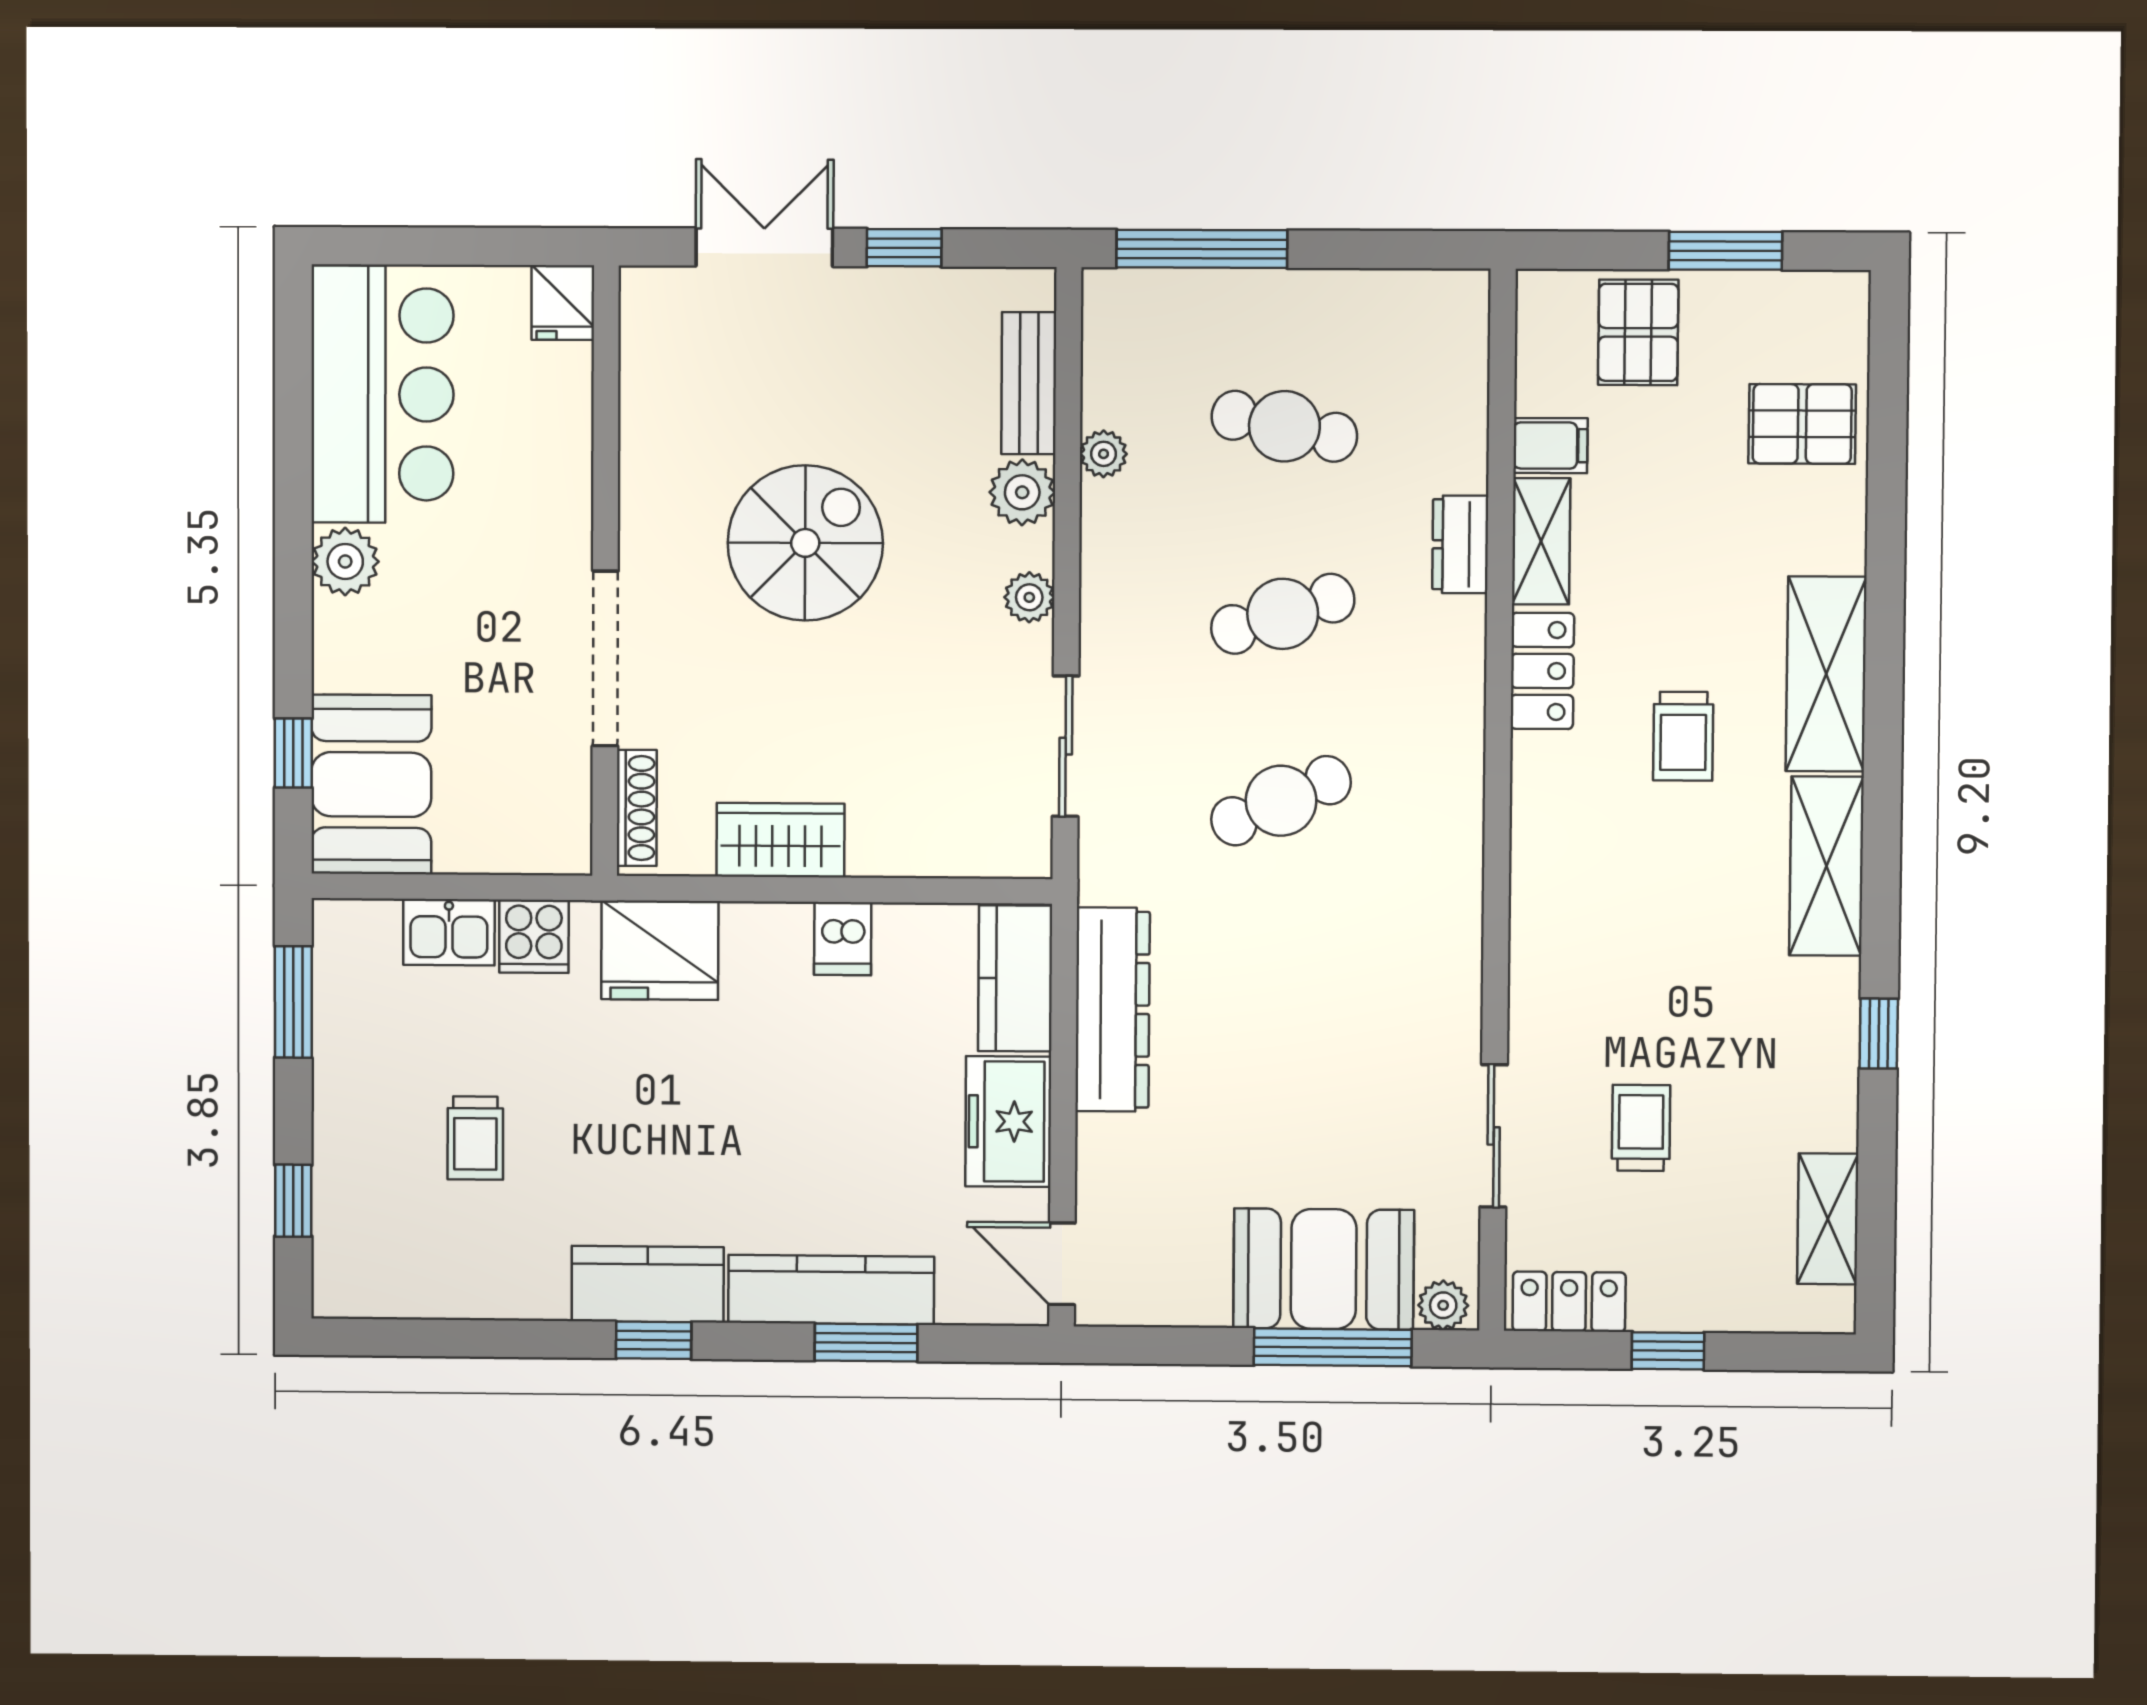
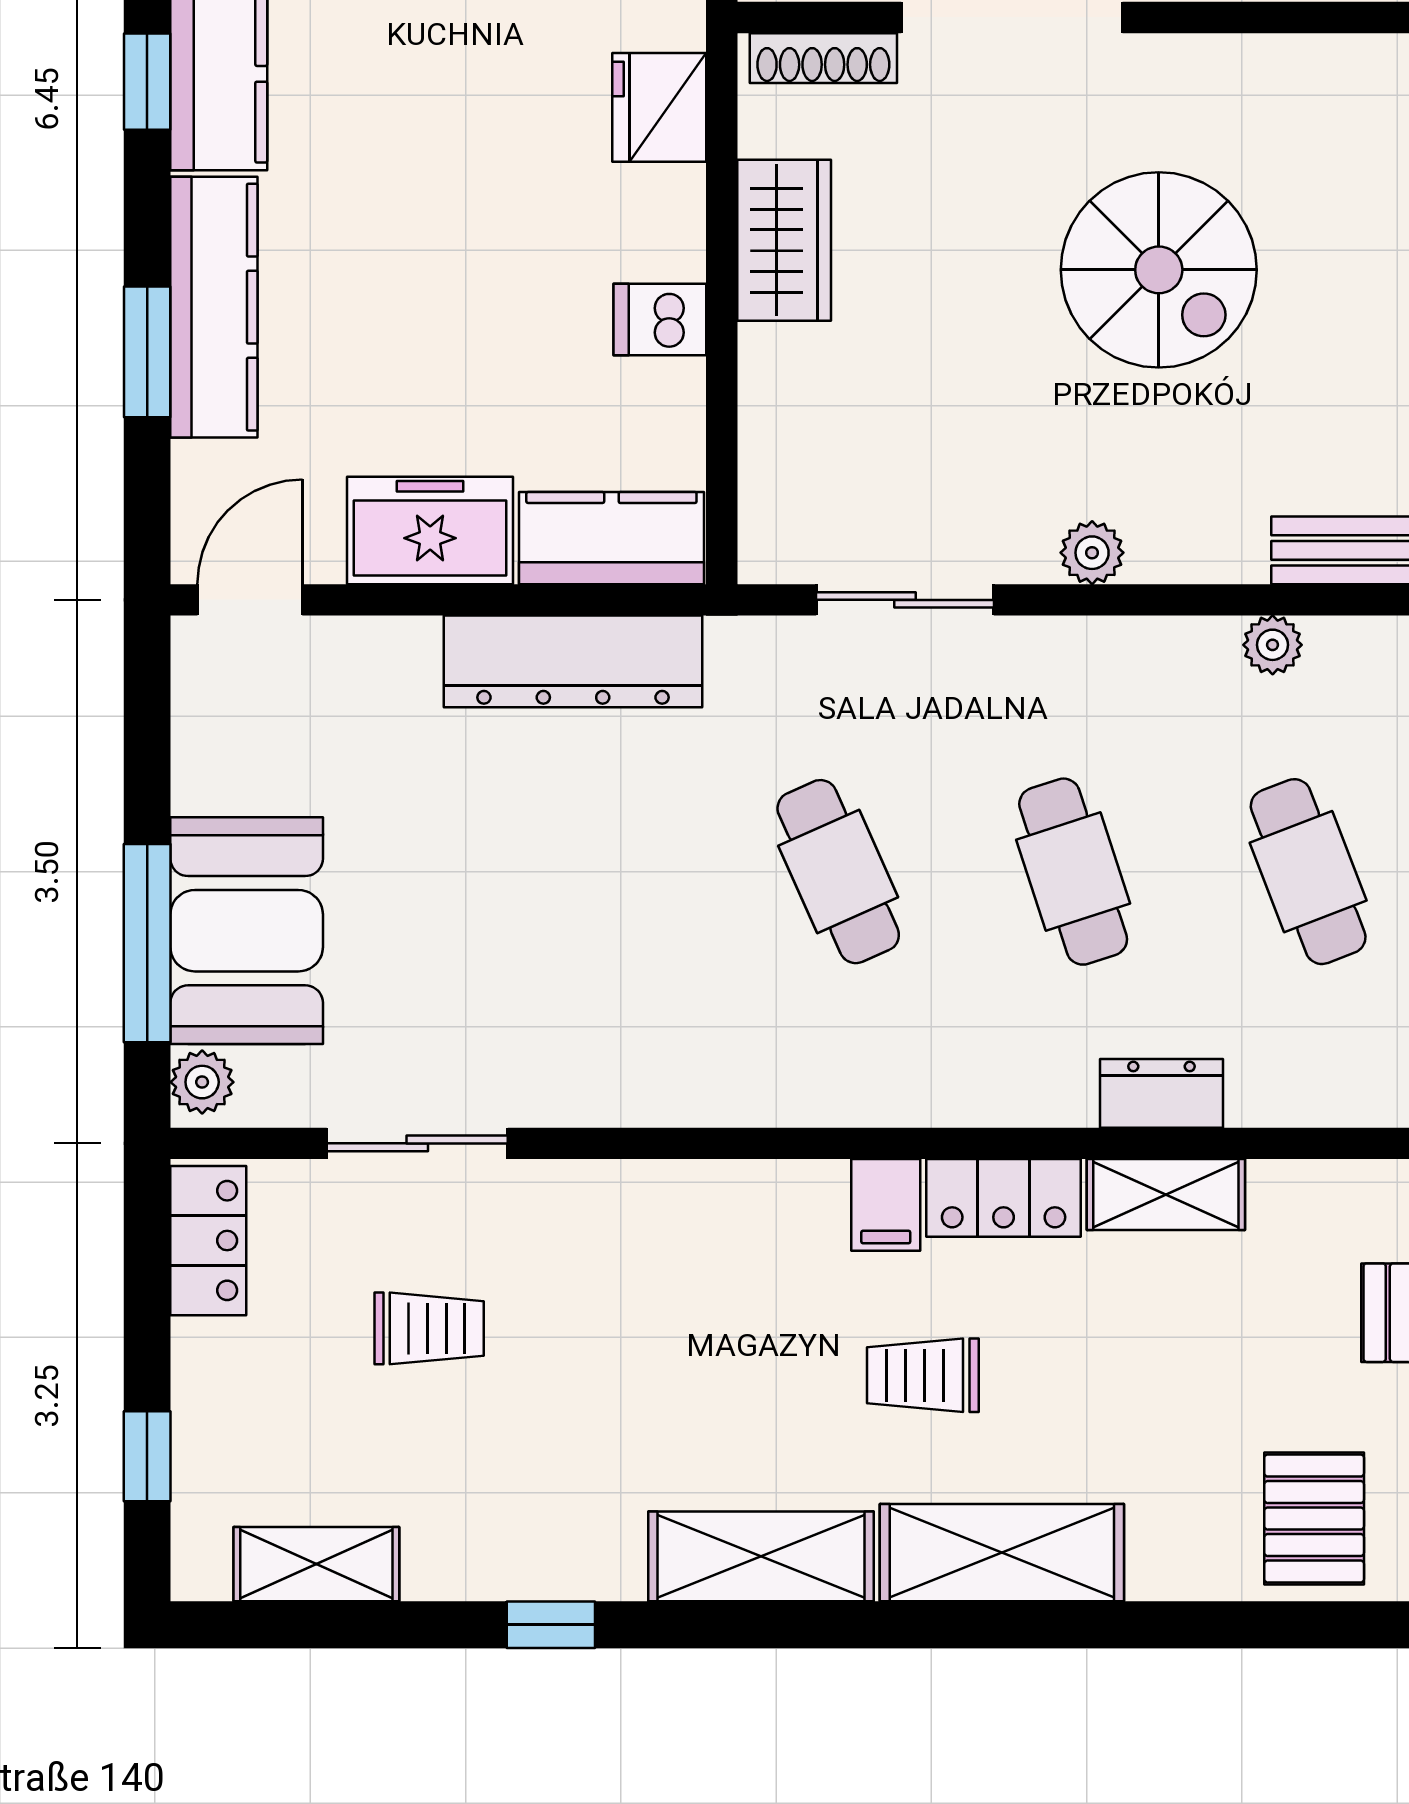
cafe table: (1284, 426) -> (1308, 872), turned -33
filing cabinet: (1550, 446) -> (886, 1205), moved
plant: (1022, 492) -> (1224, 543), removed
fridge: (660, 950) -> (659, 107), width x0.73, depth x0.75
window: (1668, 1351) -> (147, 1456), moved

